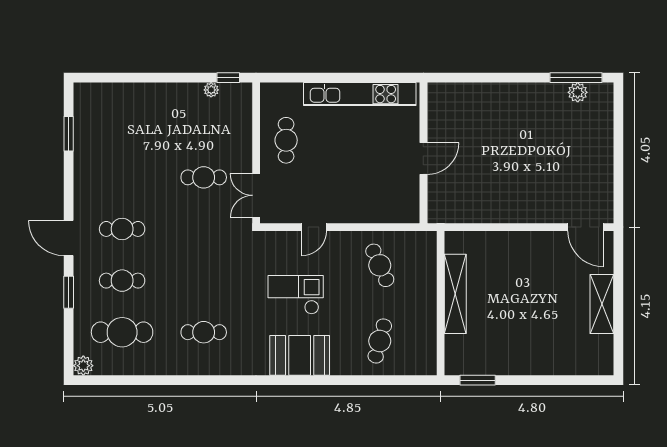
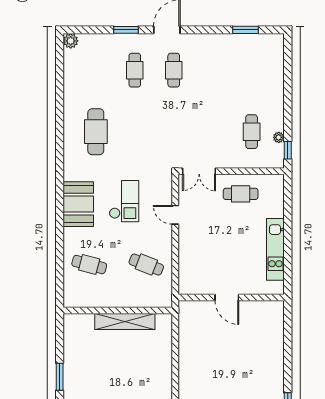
kitchen unit: (360, 94) -> (275, 249), width x0.73
cafe table: (204, 177) -> (252, 132), moved
double door: (256, 195) -> (199, 171), swing flipped
cafe table: (380, 265) -> (146, 265), turned 45
cafe table: (122, 332) -> (96, 70), removed
cafe table: (204, 332) -> (96, 132), width x1.37, depth x1.35
window: (478, 380) -> (60, 377), moved

